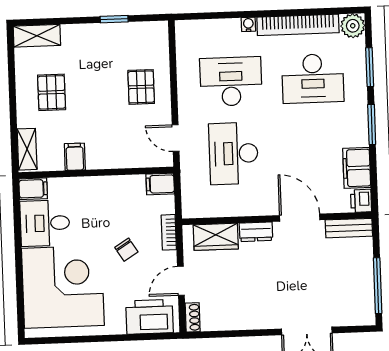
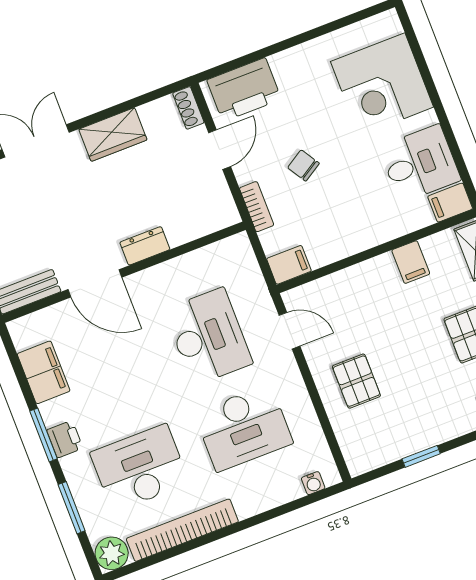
water cooler: (248, 24) -> (313, 483), moved
printer: (361, 201) -> (65, 439), moved
wardrobe: (216, 237) -> (113, 135), moved, turned 180
corner desk: (63, 287) -> (382, 84), width x0.74, depth x0.74

